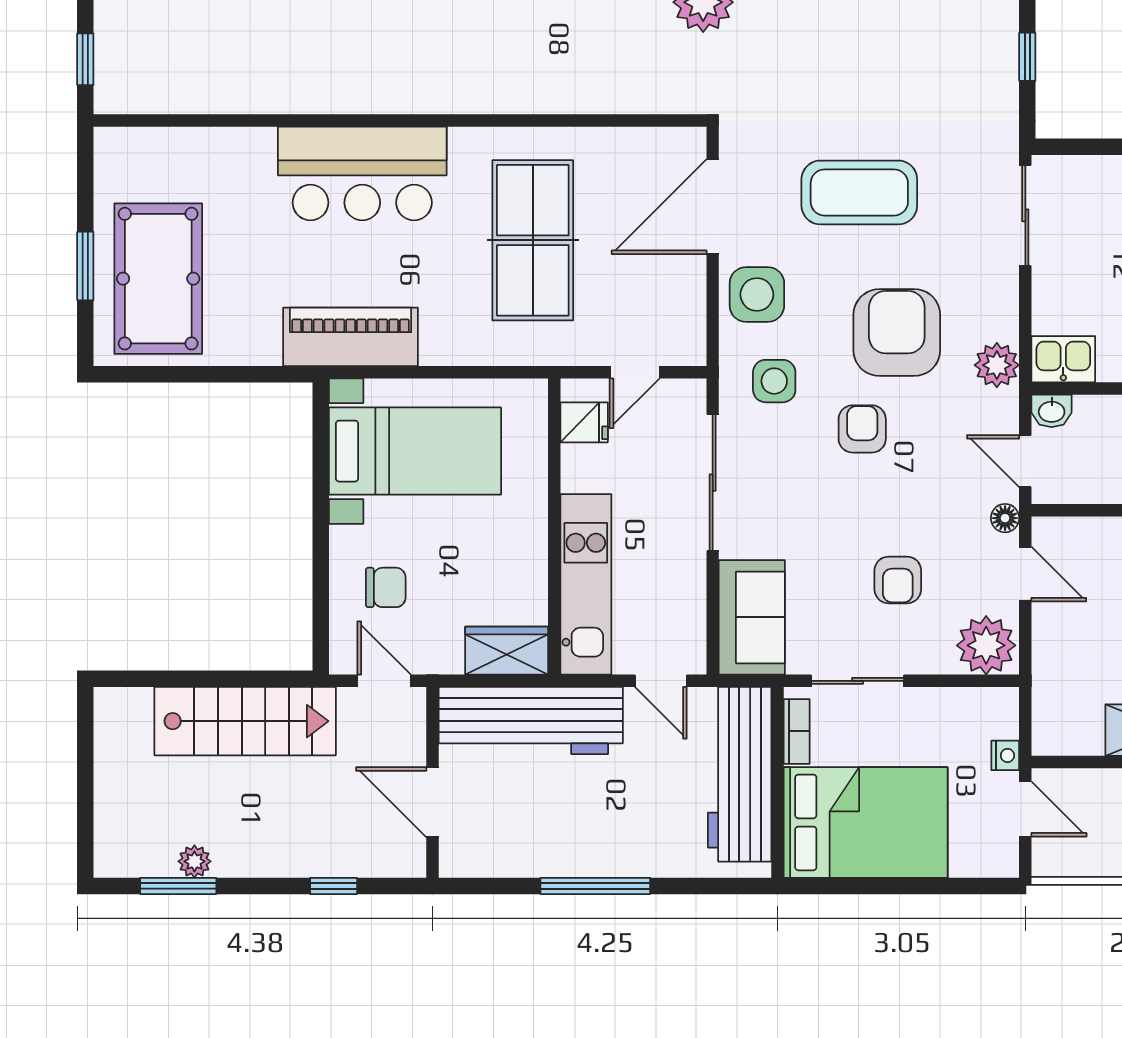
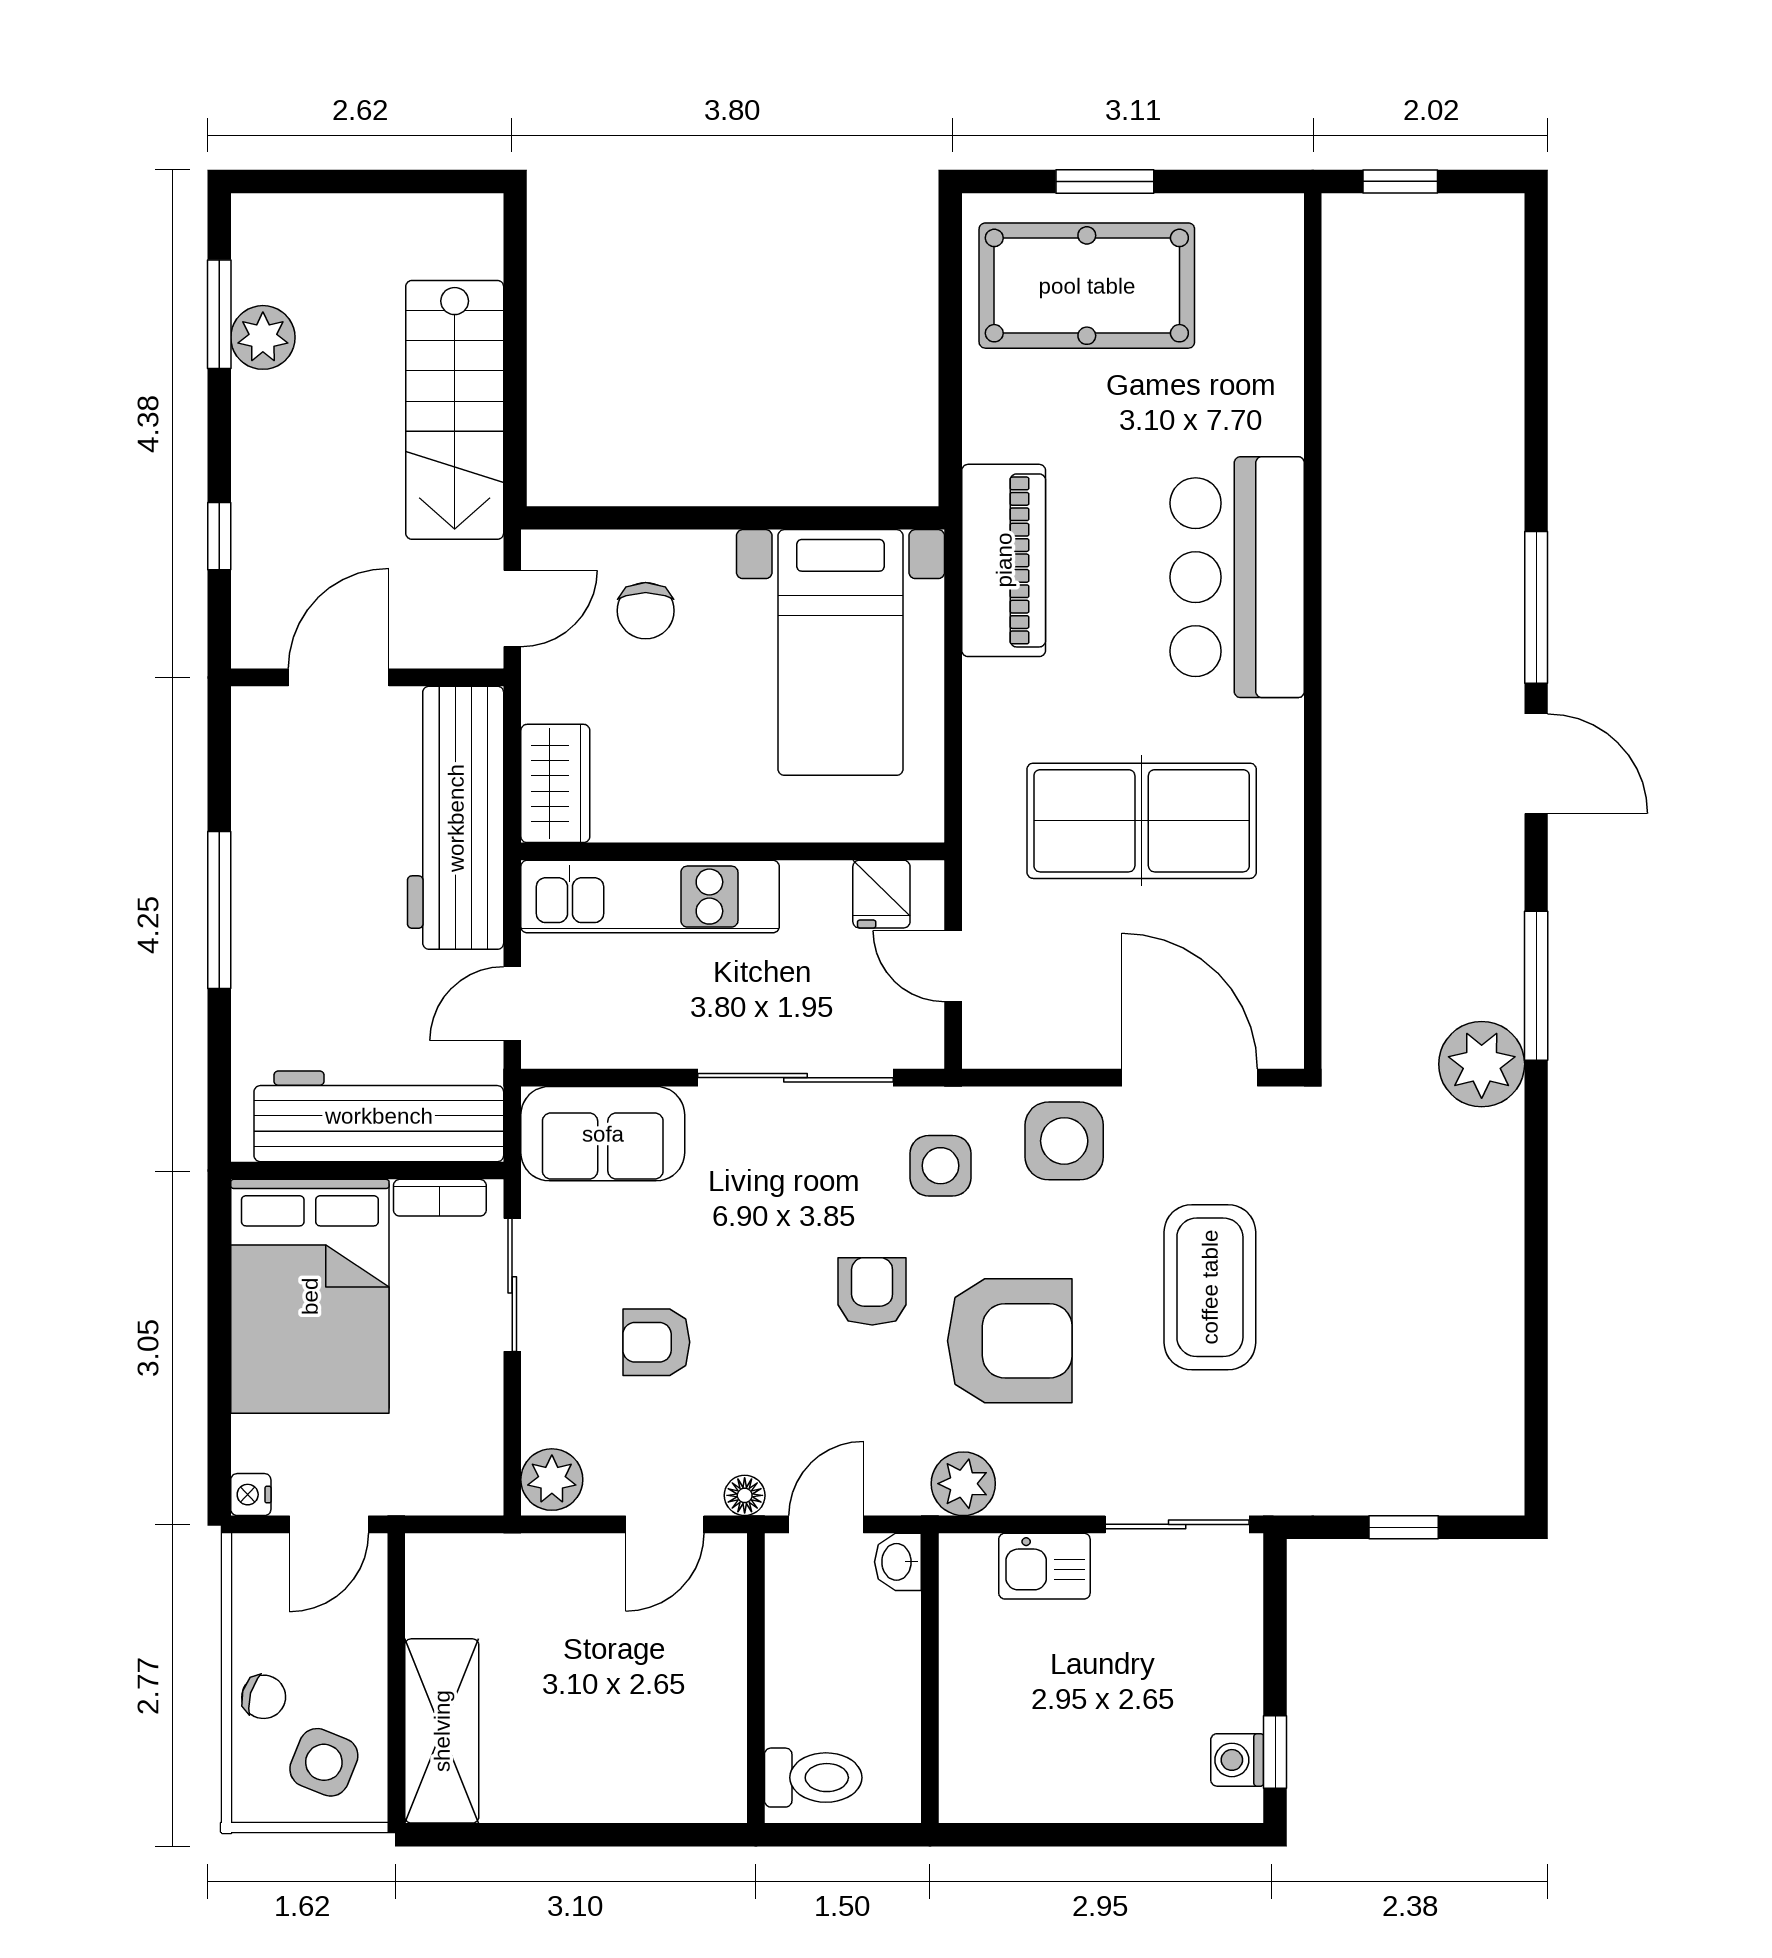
kitchen sink: (1063, 359) -> (1044, 1566), moved, turned 90
armchair: (862, 429) -> (872, 1291), turned -90
plant: (986, 645) -> (552, 1480), width x0.73, depth x0.73
nightstand: (1005, 755) -> (251, 1495), moved, turned 90
plant: (194, 861) -> (263, 337), width x1.38, depth x1.38

